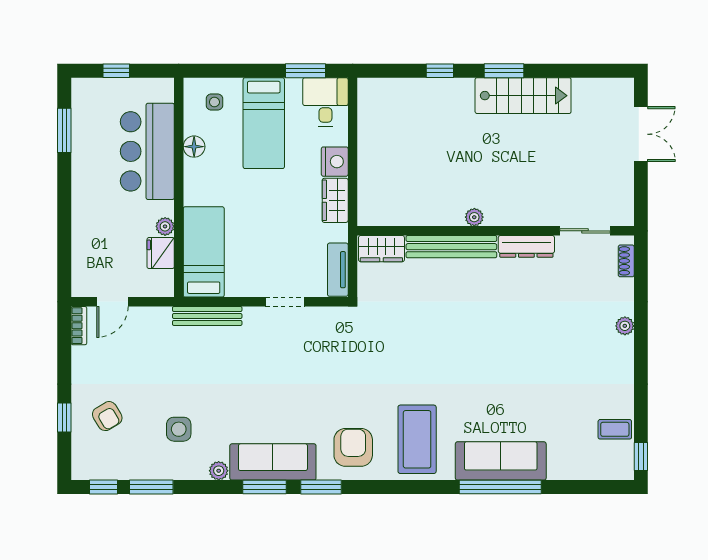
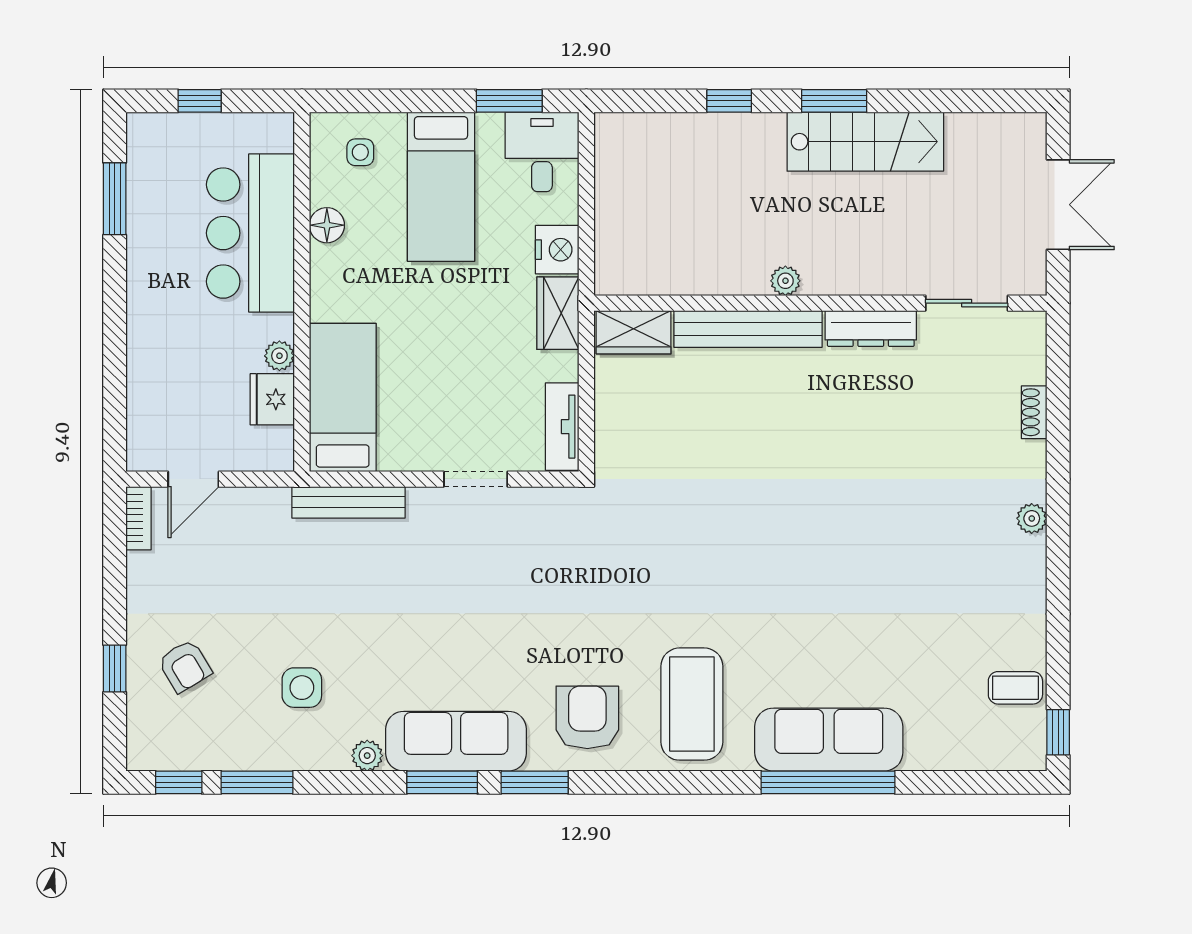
plant: (474, 217) -> (785, 281), moved
wall: (496, 231) -> (820, 303), moved
sliding door: (585, 231) -> (967, 303), moved
dresser: (526, 246) -> (871, 328), moved
bench: (451, 247) -> (748, 329), moved
wardrobe: (381, 249) -> (634, 332), moved

